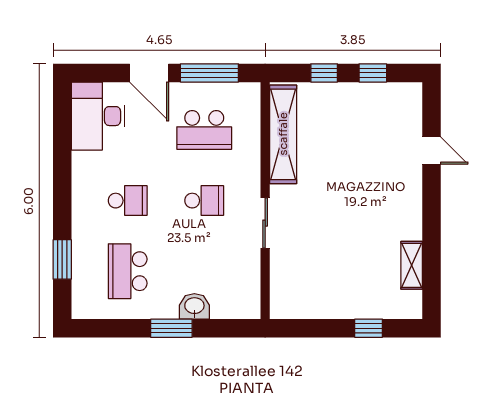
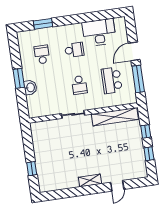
desk: (98, 116) -> (99, 32), moved
school desk: (128, 201) -> (74, 50), turned -90
shelving: (412, 265) -> (90, 180), moved
school desk: (128, 271) -> (42, 55), width x0.54

